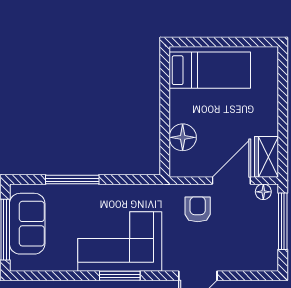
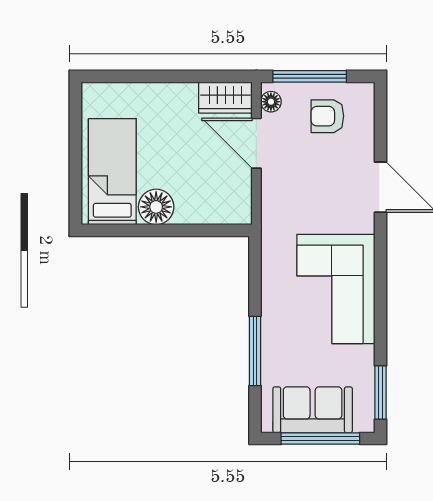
floor lamp: (183, 137) -> (156, 207), moved
armchair: (198, 209) -> (327, 116), moved
window: (120, 276) -> (381, 392), moved

